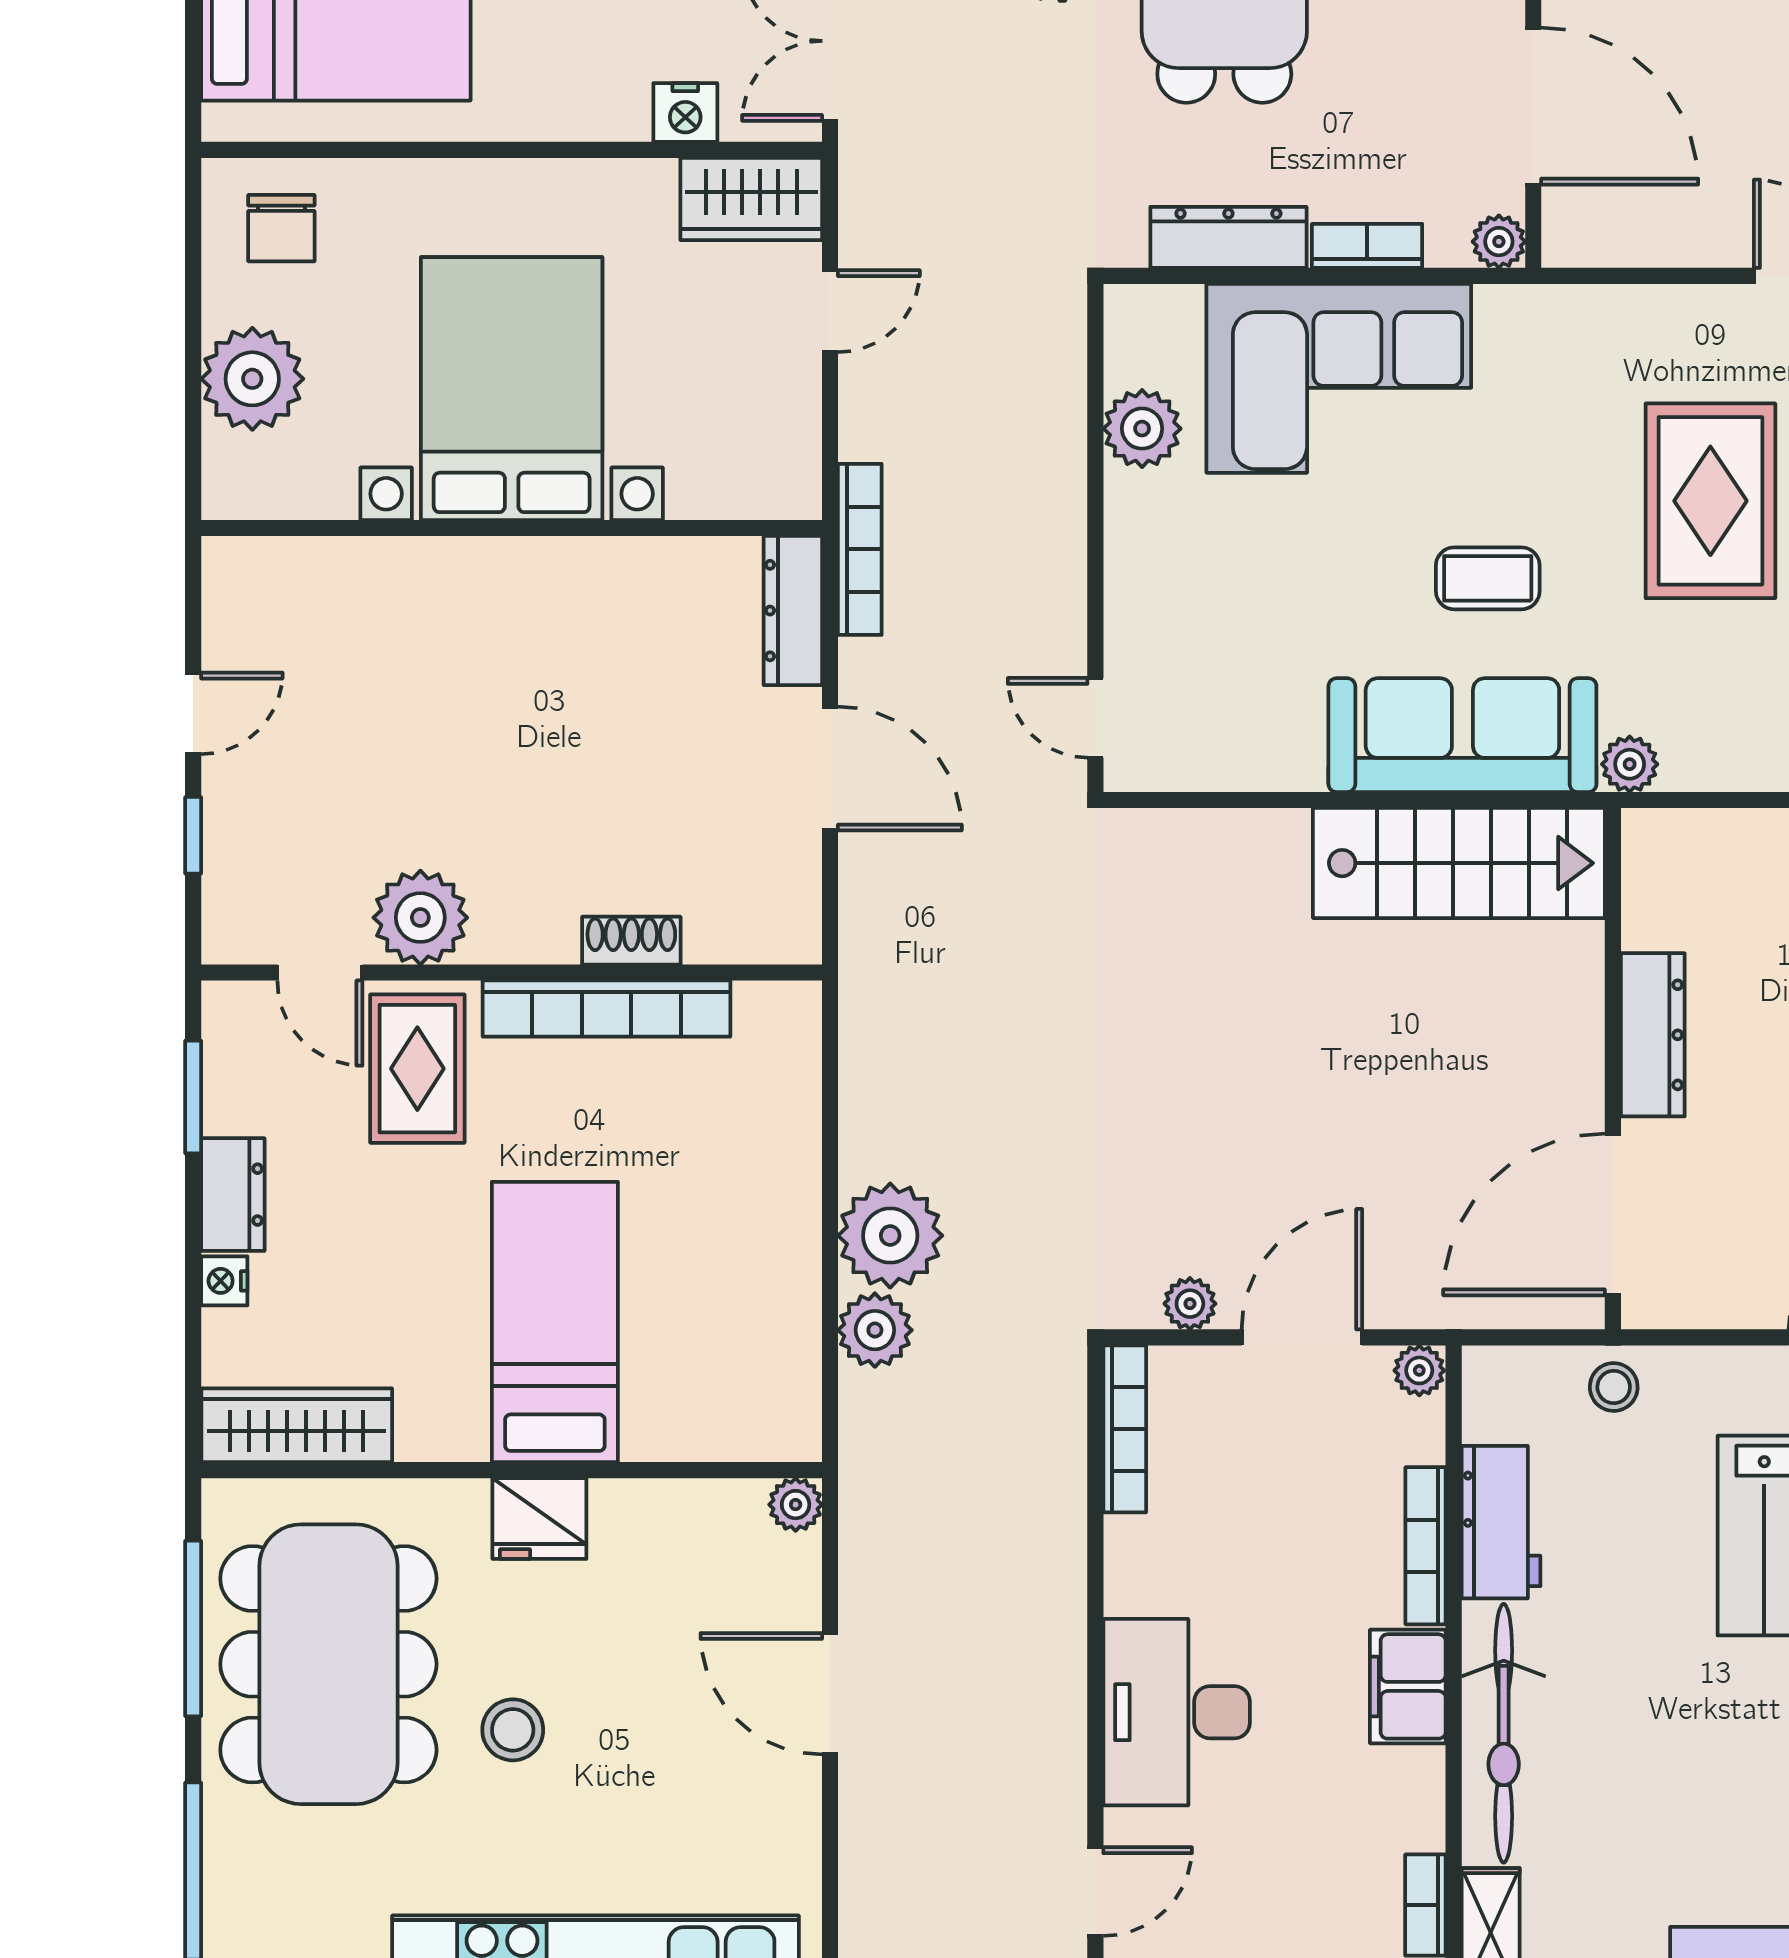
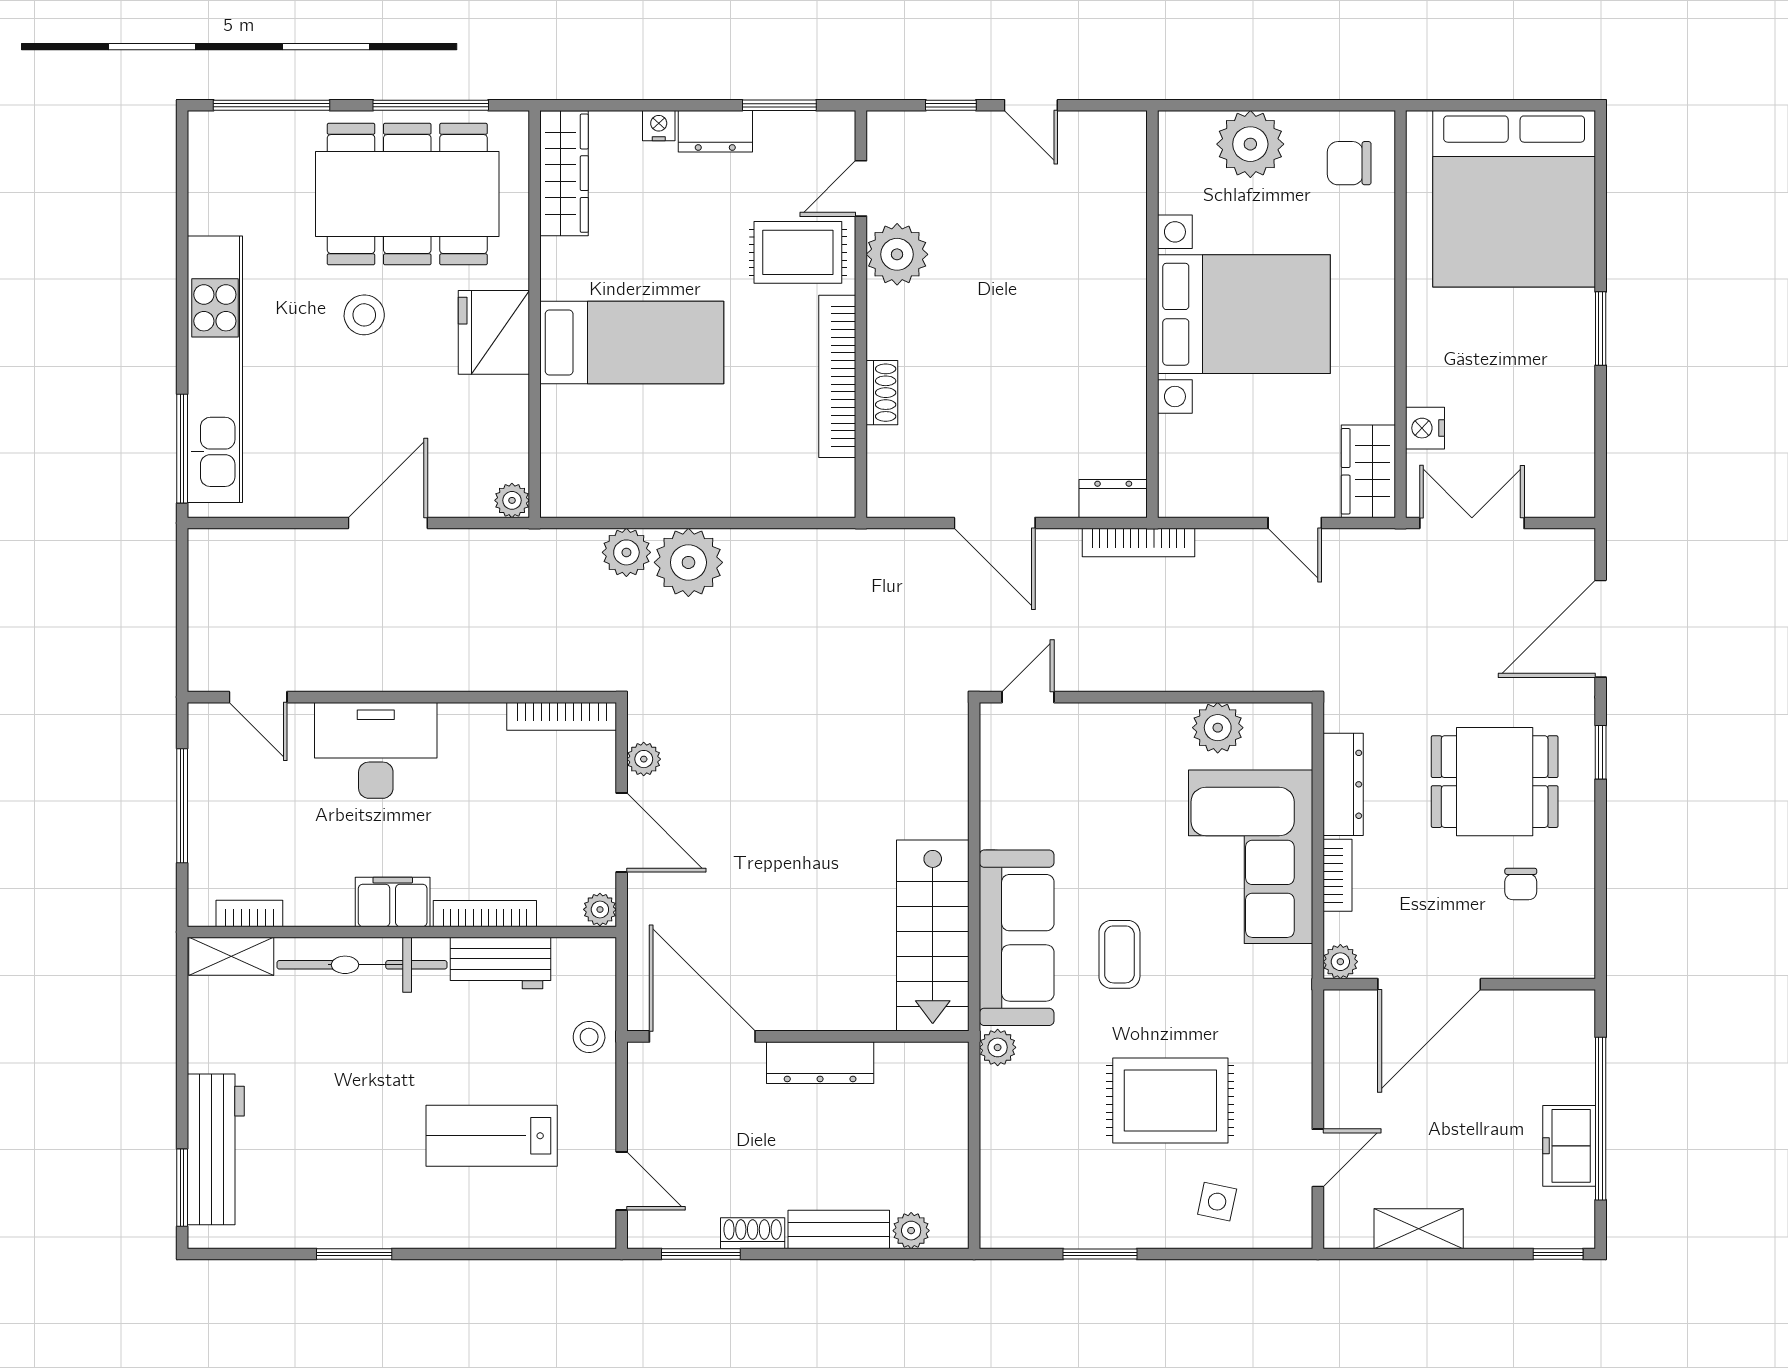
dresser: (793, 611) -> (1113, 499), width x0.70
door: (830, 769) -> (995, 523), hinge flipped
fridge: (539, 1519) -> (494, 332), width x1.36, depth x1.34

